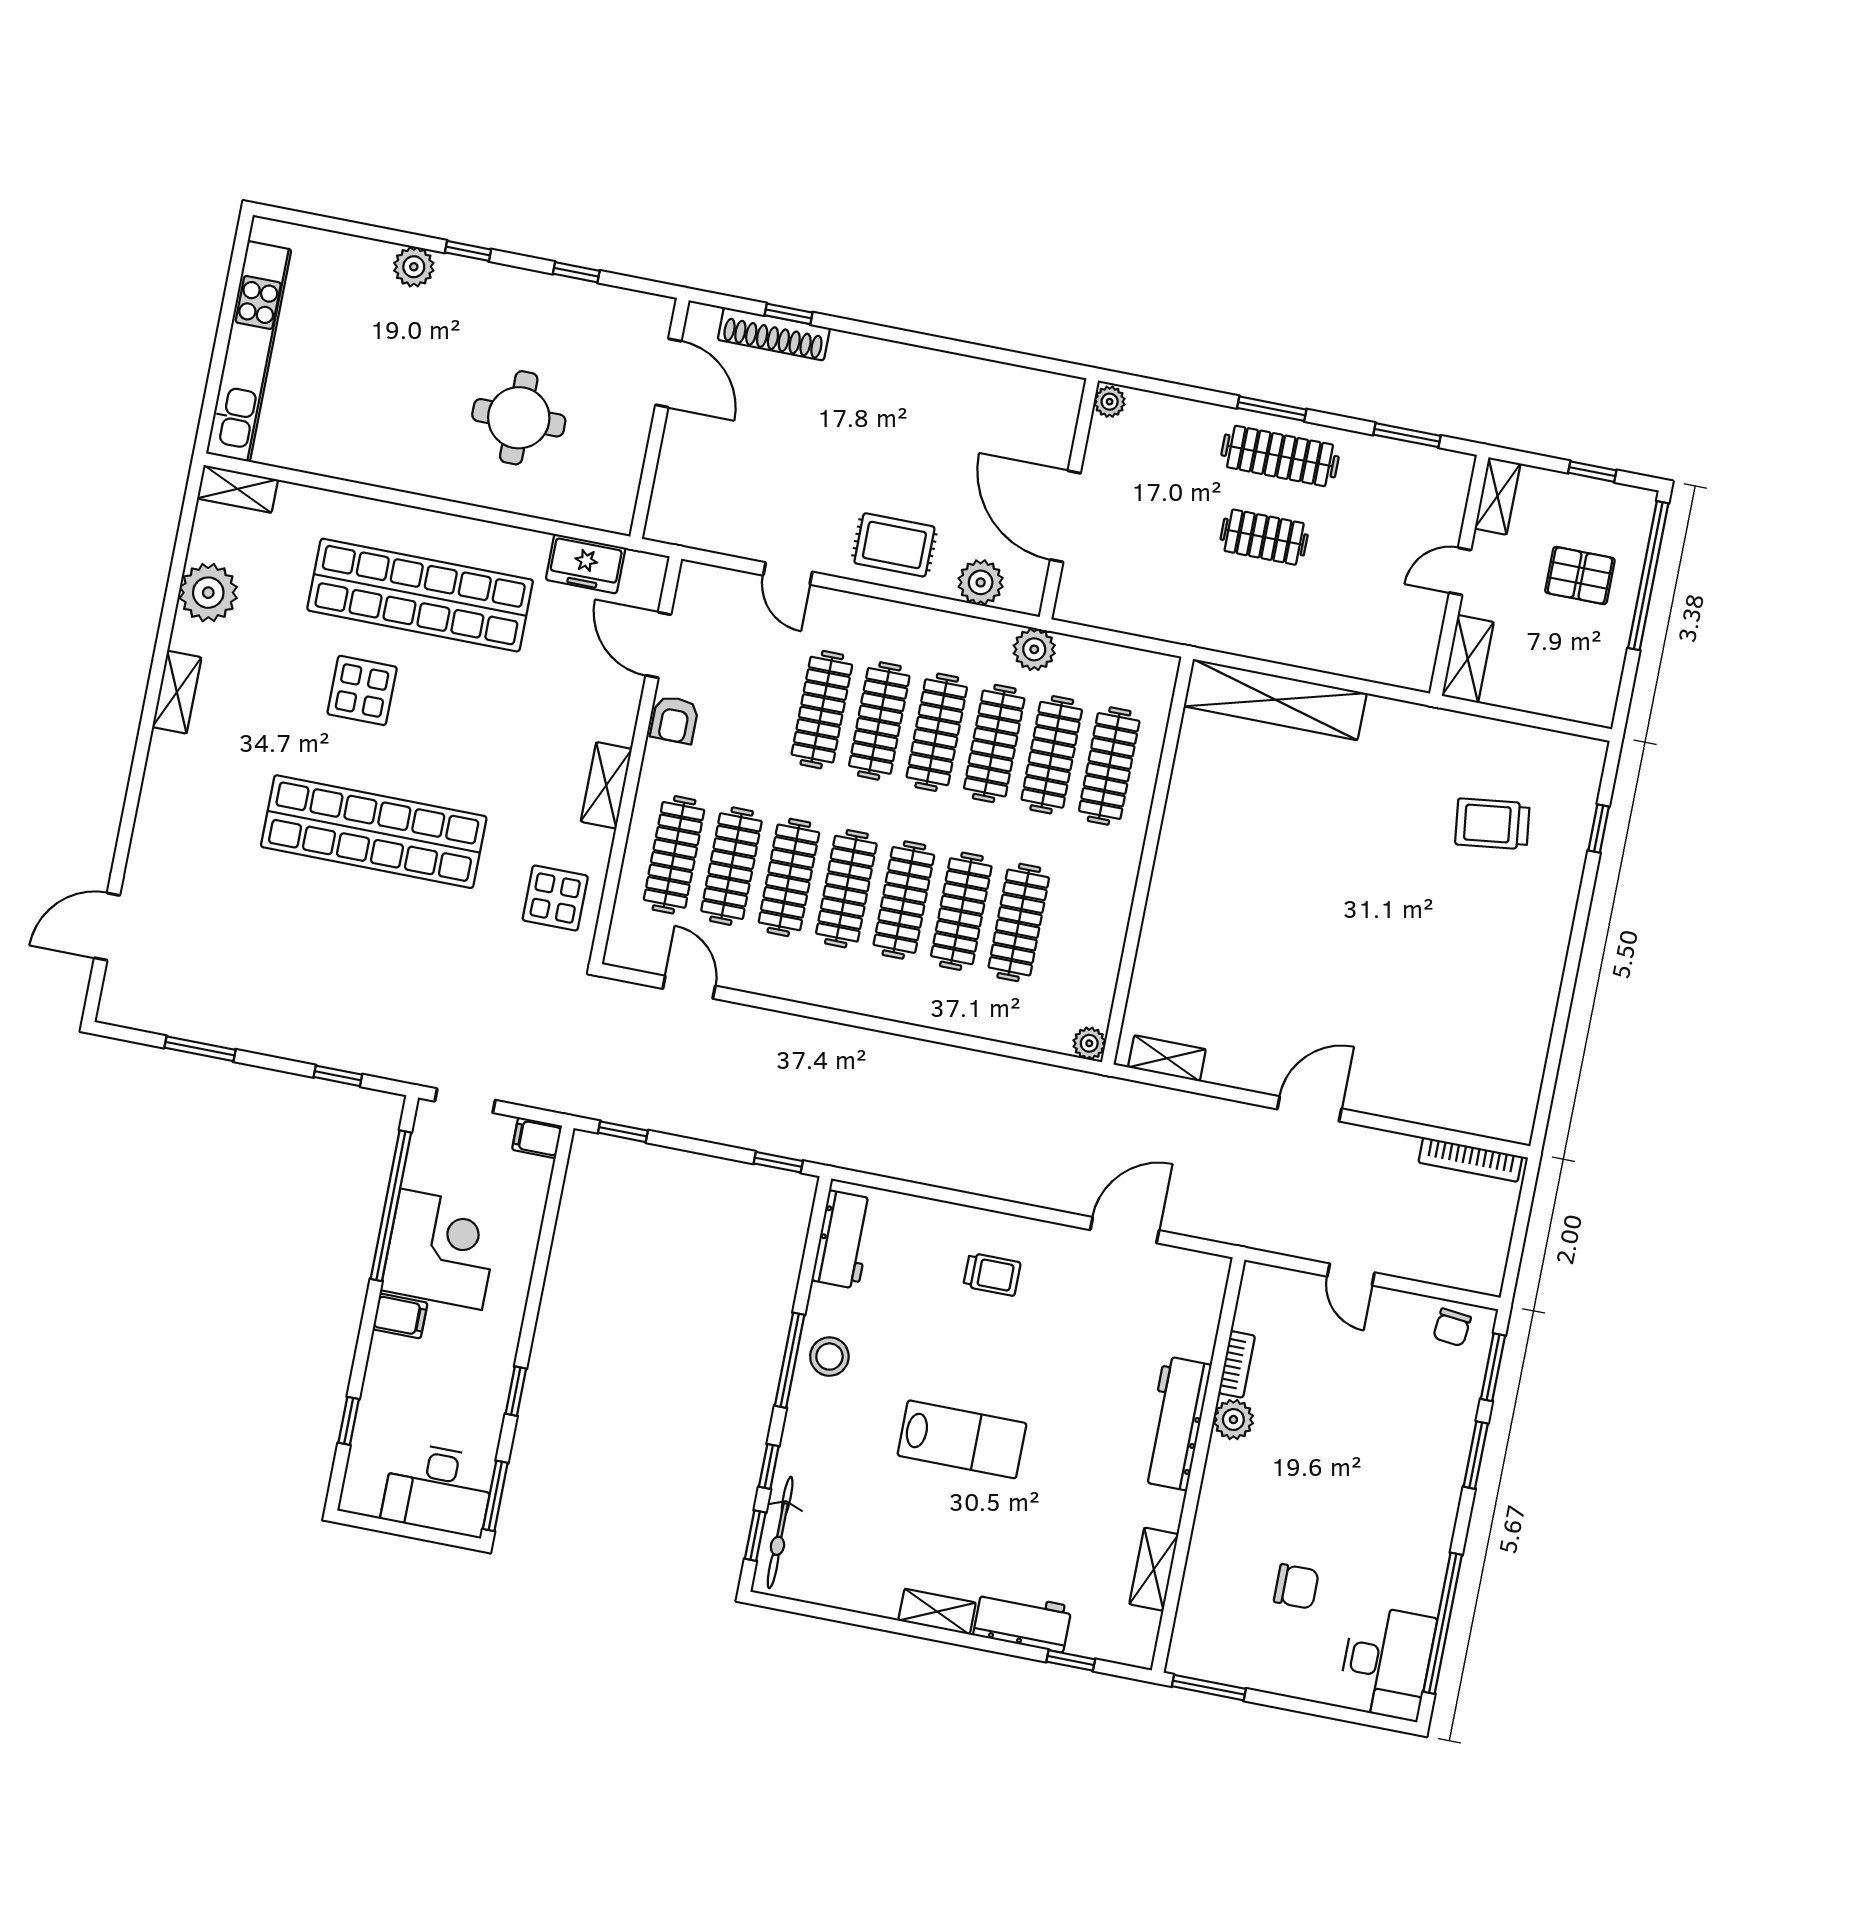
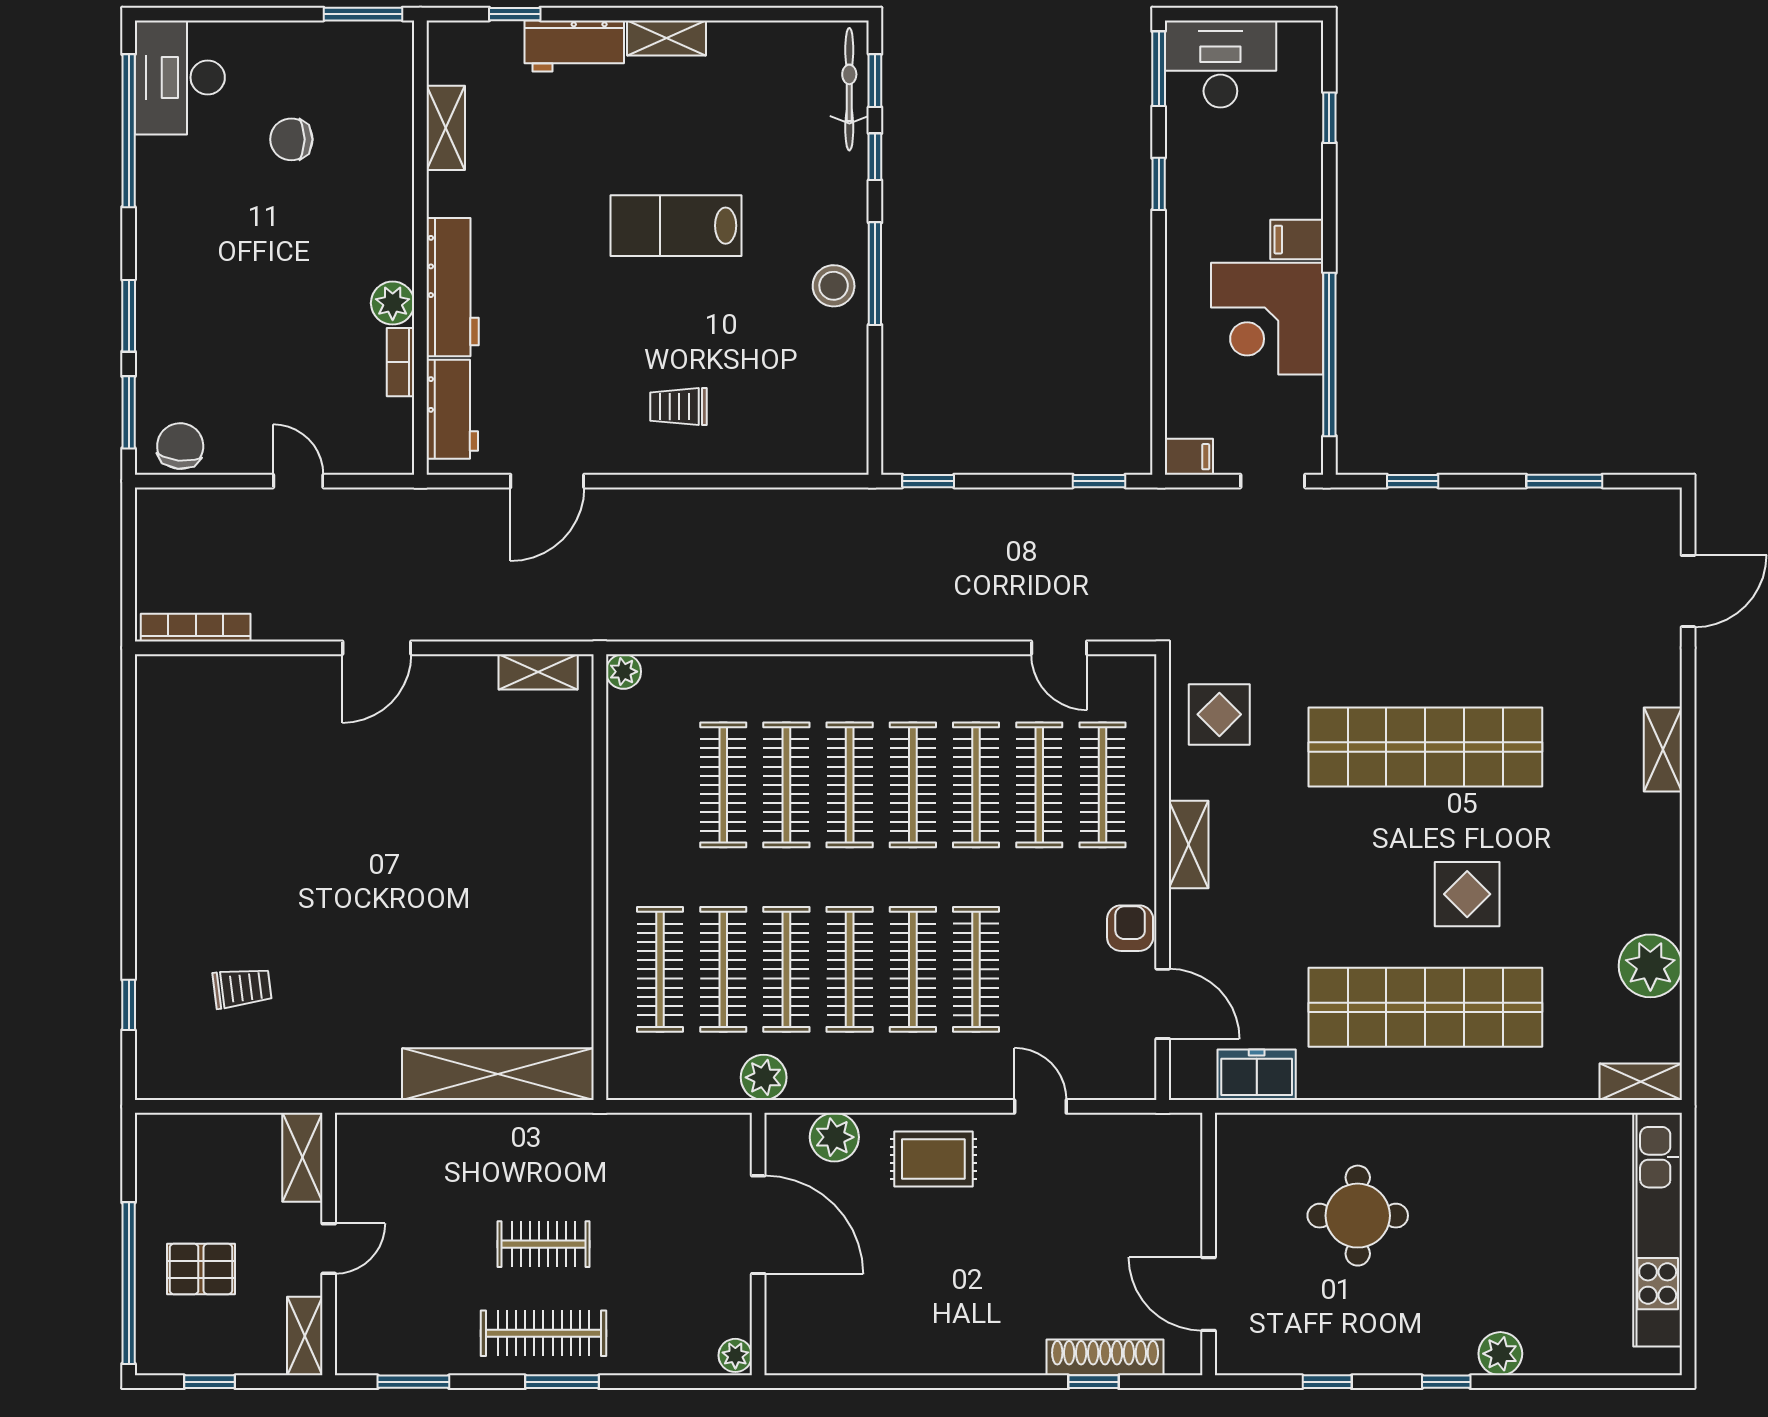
shelving: (177, 692) -> (1663, 750), moved
trolley: (1492, 824) -> (242, 988), width x0.73, depth x0.72
workbench: (843, 1240) -> (452, 409), moved, turned 180
chair: (1452, 1327) -> (180, 446), width x1.37, depth x1.37

